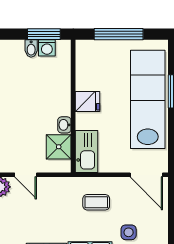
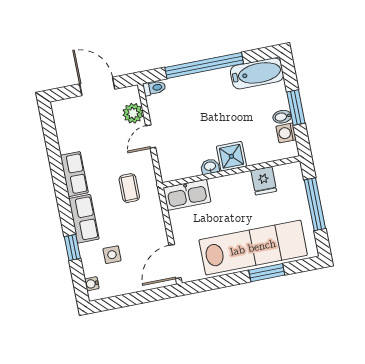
window: (44, 34) -> (296, 108), moved
fridge: (87, 101) -> (264, 181), moved
shower: (59, 147) -> (231, 156), moved
coffee table: (96, 202) -> (129, 188), moved

